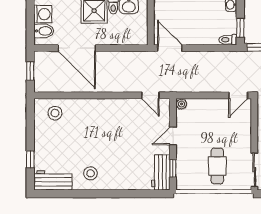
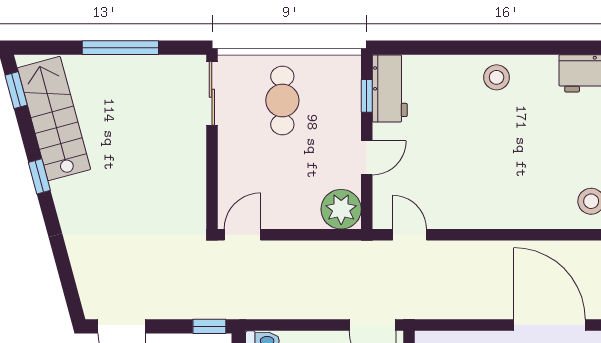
plant: (181, 104) -> (341, 209), width x1.88, depth x1.88
stool: (91, 173) -> (497, 77), moved

